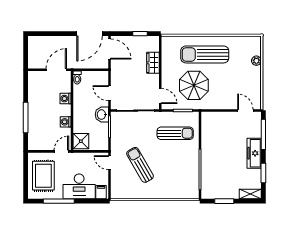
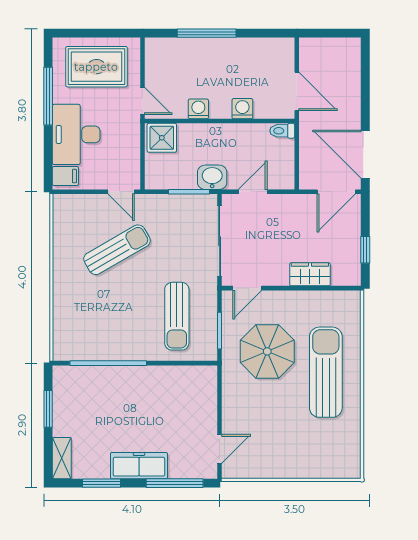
plant: (256, 61) -> (314, 470), removed
door: (109, 163) -> (121, 192), swing flipped

